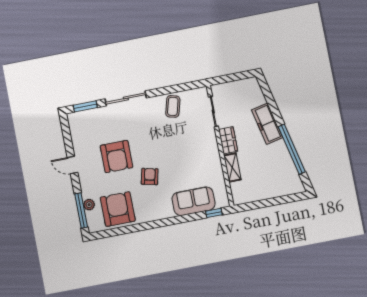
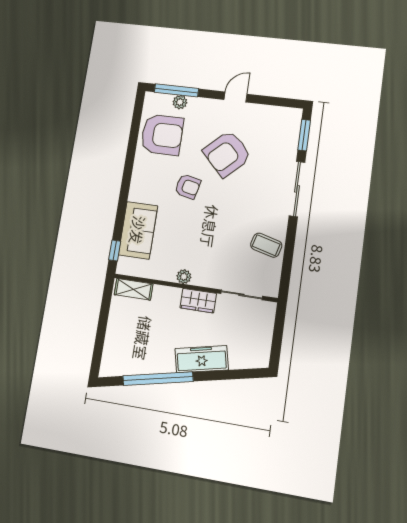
plant: (215, 156) -> (184, 277), added
armchair: (116, 157) -> (227, 154), turned -44
shelving: (232, 168) -> (134, 289), moved

